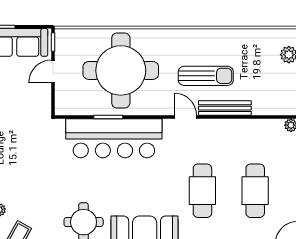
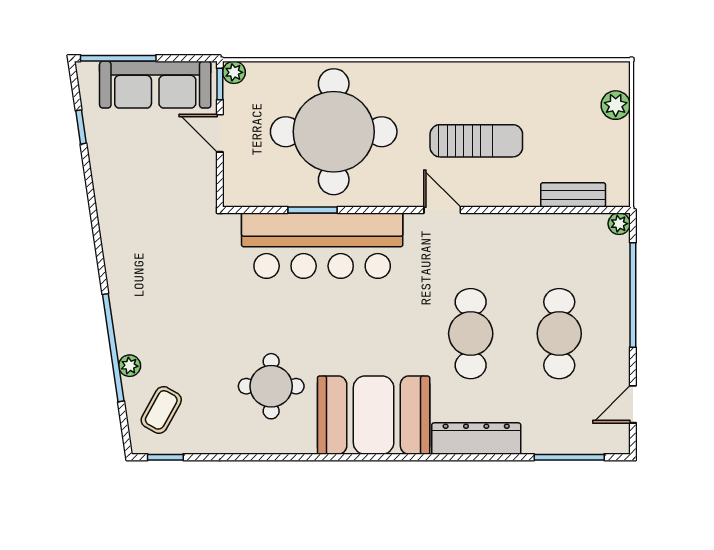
plant: (61, 35) -> (234, 72), added
door: (53, 71) -> (220, 133), hinge flipped
bench: (225, 108) -> (573, 195), moved, width x0.73

